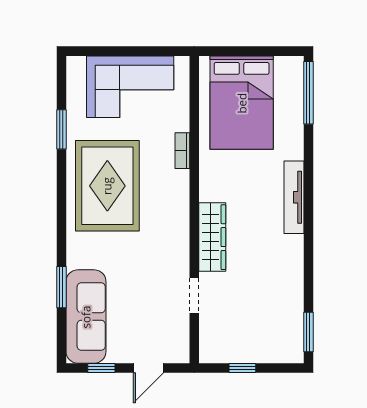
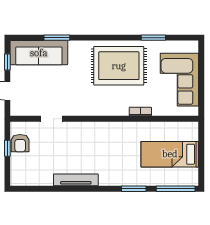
bed: (242, 103) -> (170, 154), width x0.67
tv unit: (294, 197) -> (76, 180), moved
wardrobe: (212, 237) -> (87, 130), removed
window: (308, 332) -> (134, 189), moved
armchair: (234, 347) -> (20, 143), added

